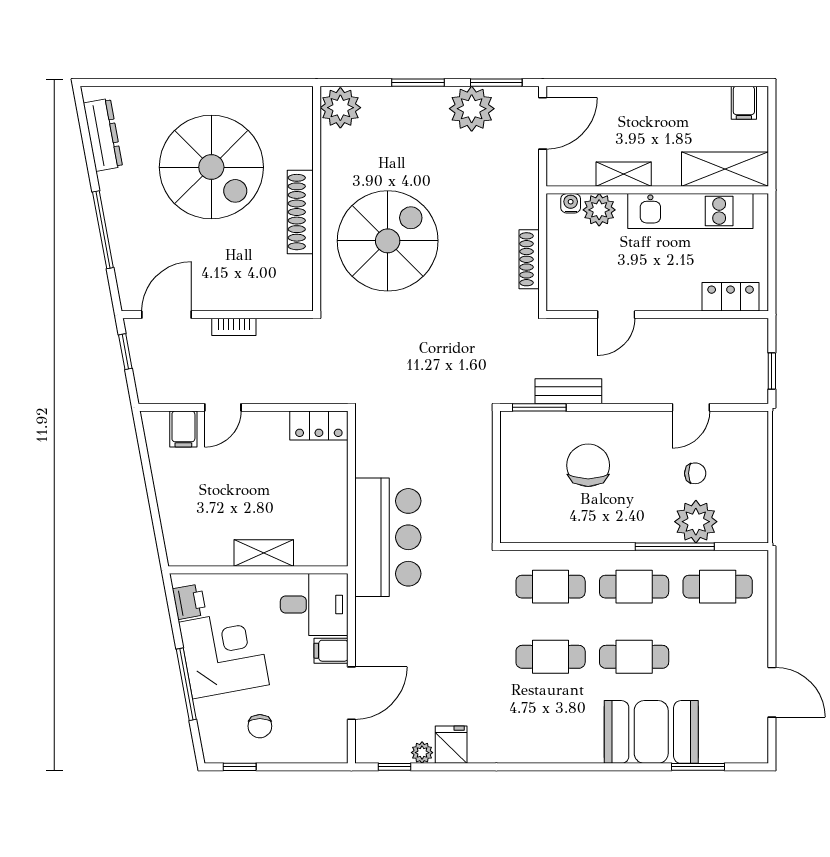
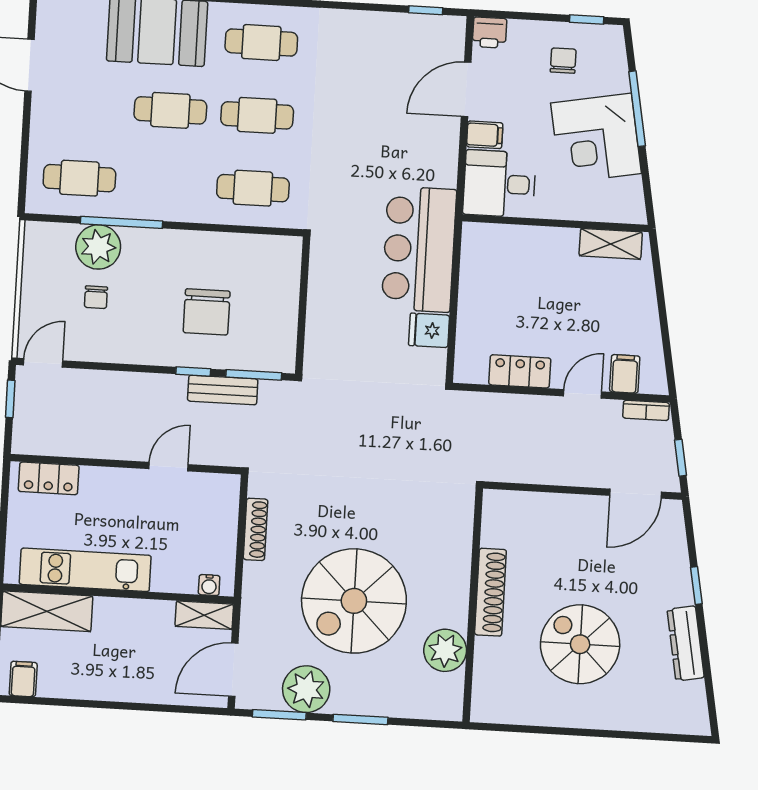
plant: (340, 108) -> (445, 650), moved
dresser: (103, 135) -> (686, 643), moved
spiral stairs: (211, 167) -> (580, 644), width x0.73, depth x0.73
shelving: (624, 174) -> (204, 615), moved
plant: (599, 210) -> (180, 577), removed
window: (103, 230) -> (696, 585), width x0.46
spiral stairs: (388, 241) -> (354, 601), moved
bookcase: (234, 327) -> (646, 410), moved, turned 180
window: (598, 407) -> (193, 371), added
door: (691, 407) -> (43, 363), moved
locker: (319, 426) -> (520, 371), moved
chair: (695, 473) -> (96, 297), turned -90
shelving: (264, 553) -> (611, 244), moved
cafe table: (634, 587) -> (261, 43), moved
printer: (189, 602) -> (490, 33), moved, turned -80
fridge: (451, 745) -> (429, 330), moved, turned 90
plant: (422, 753) -> (396, 24), removed

